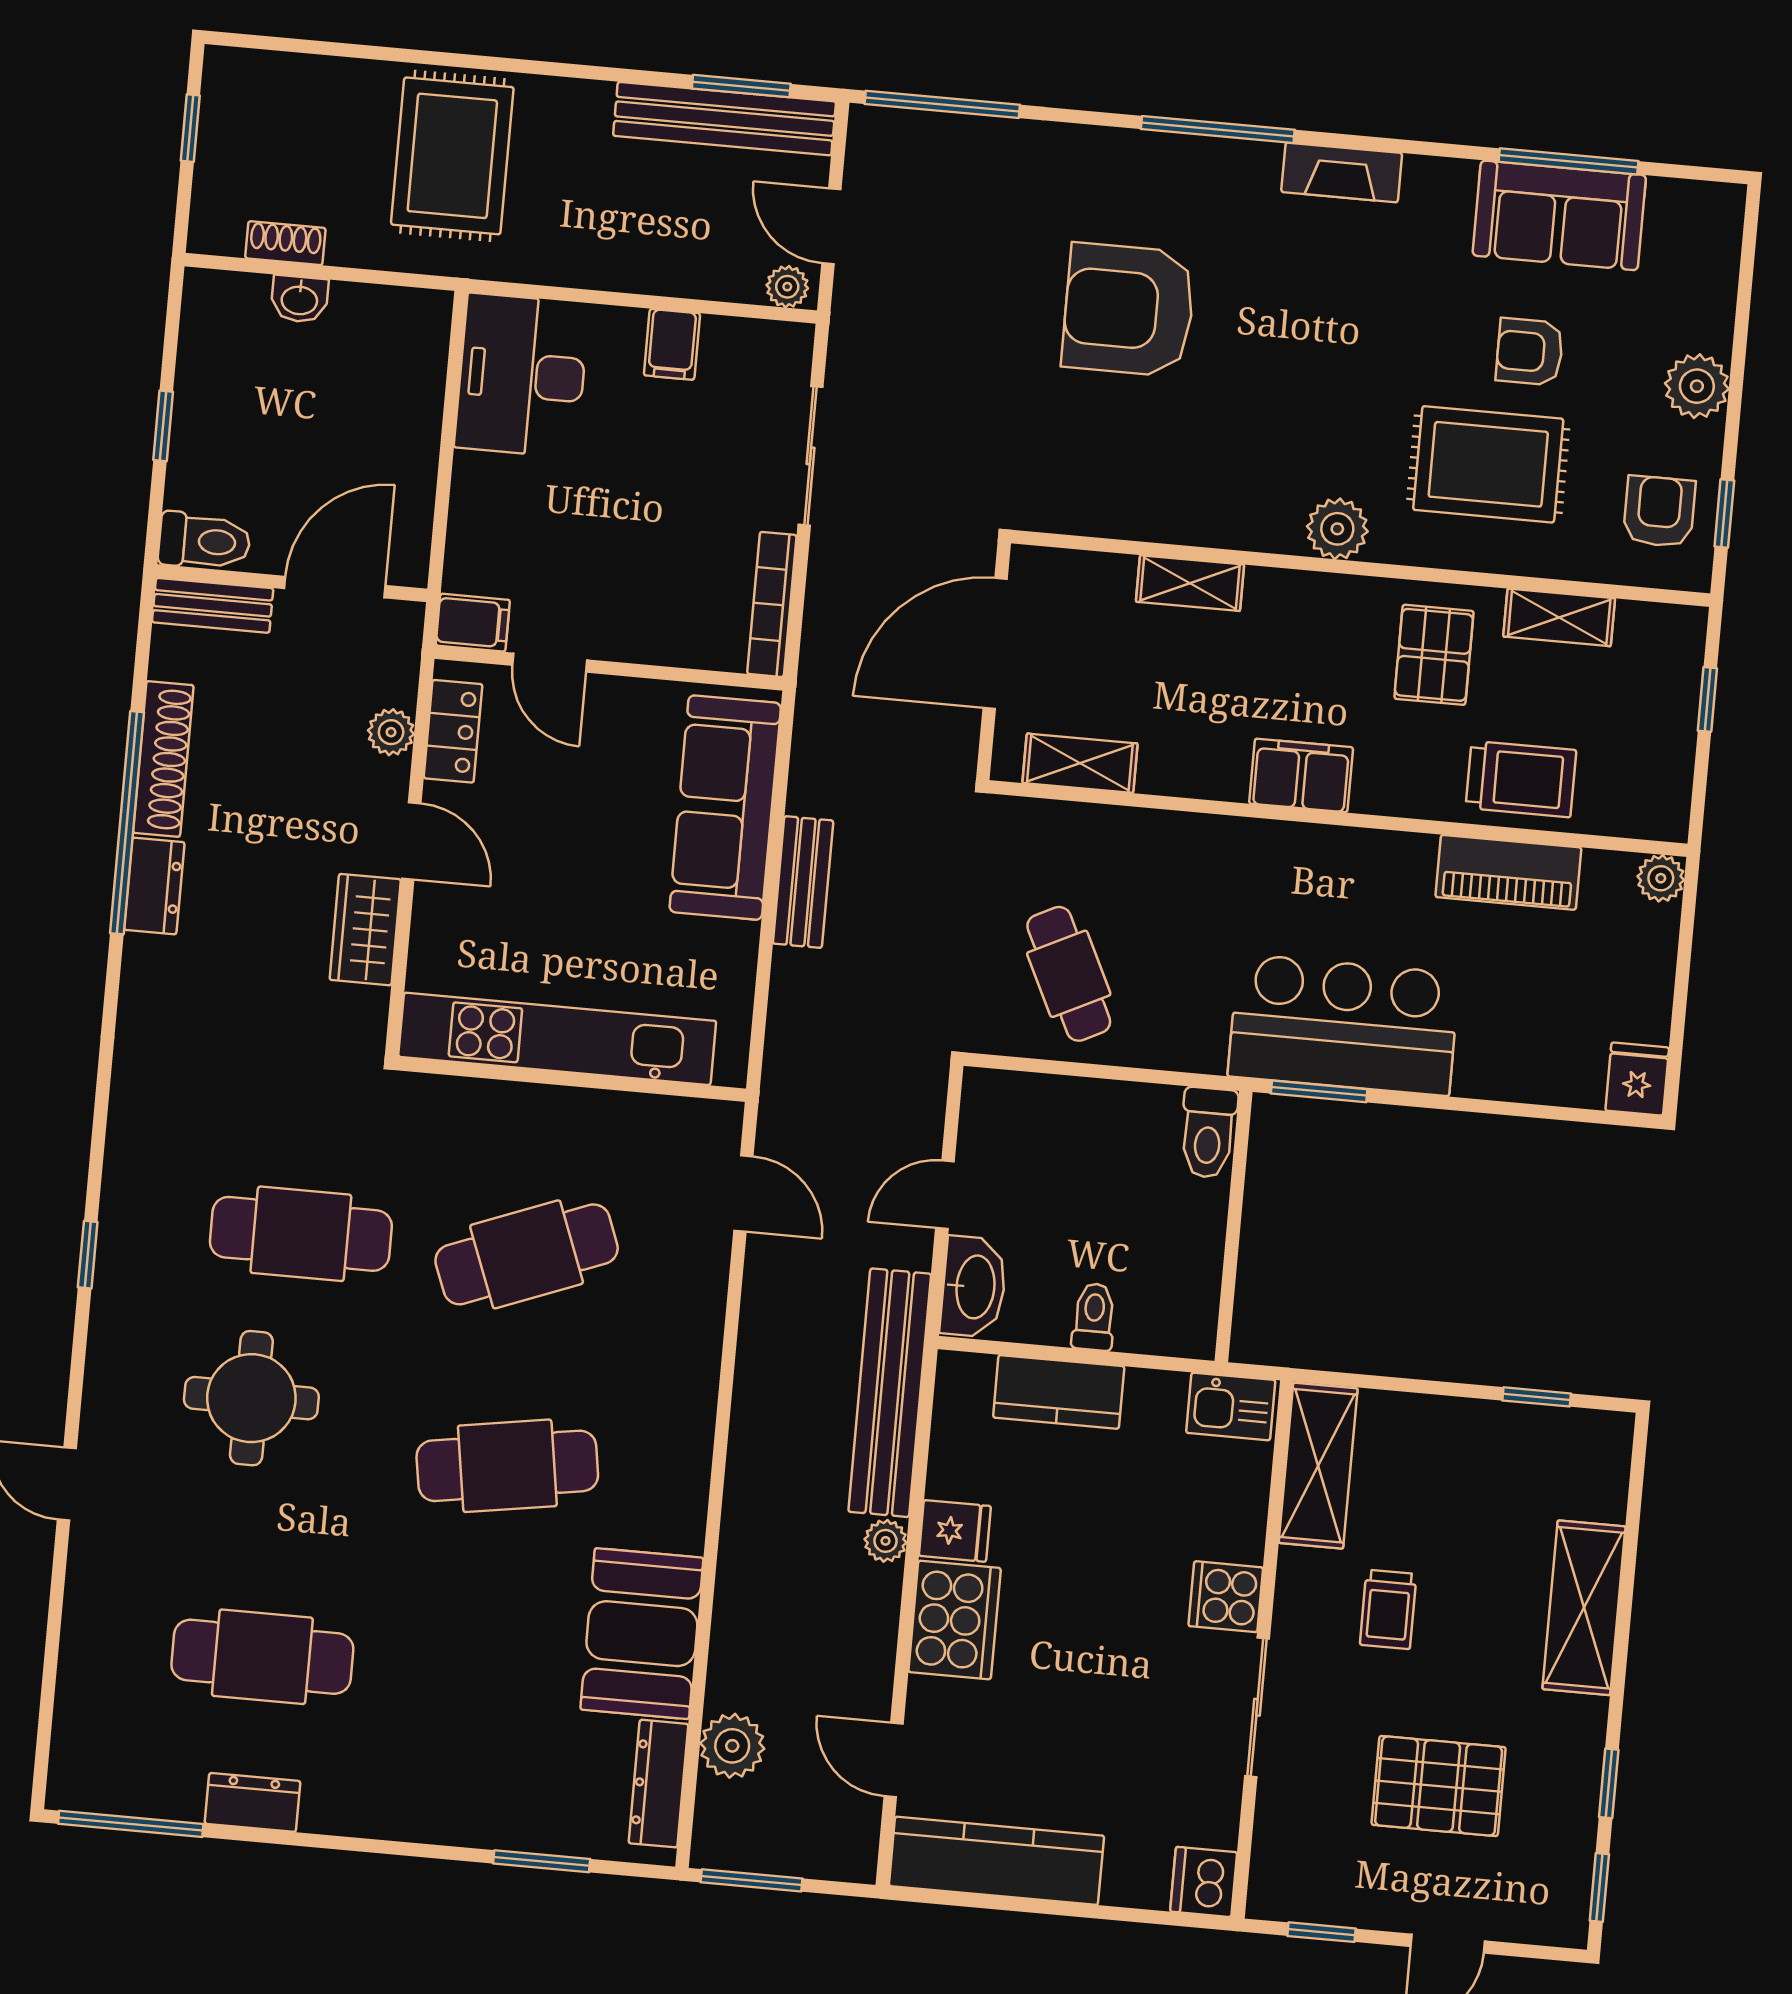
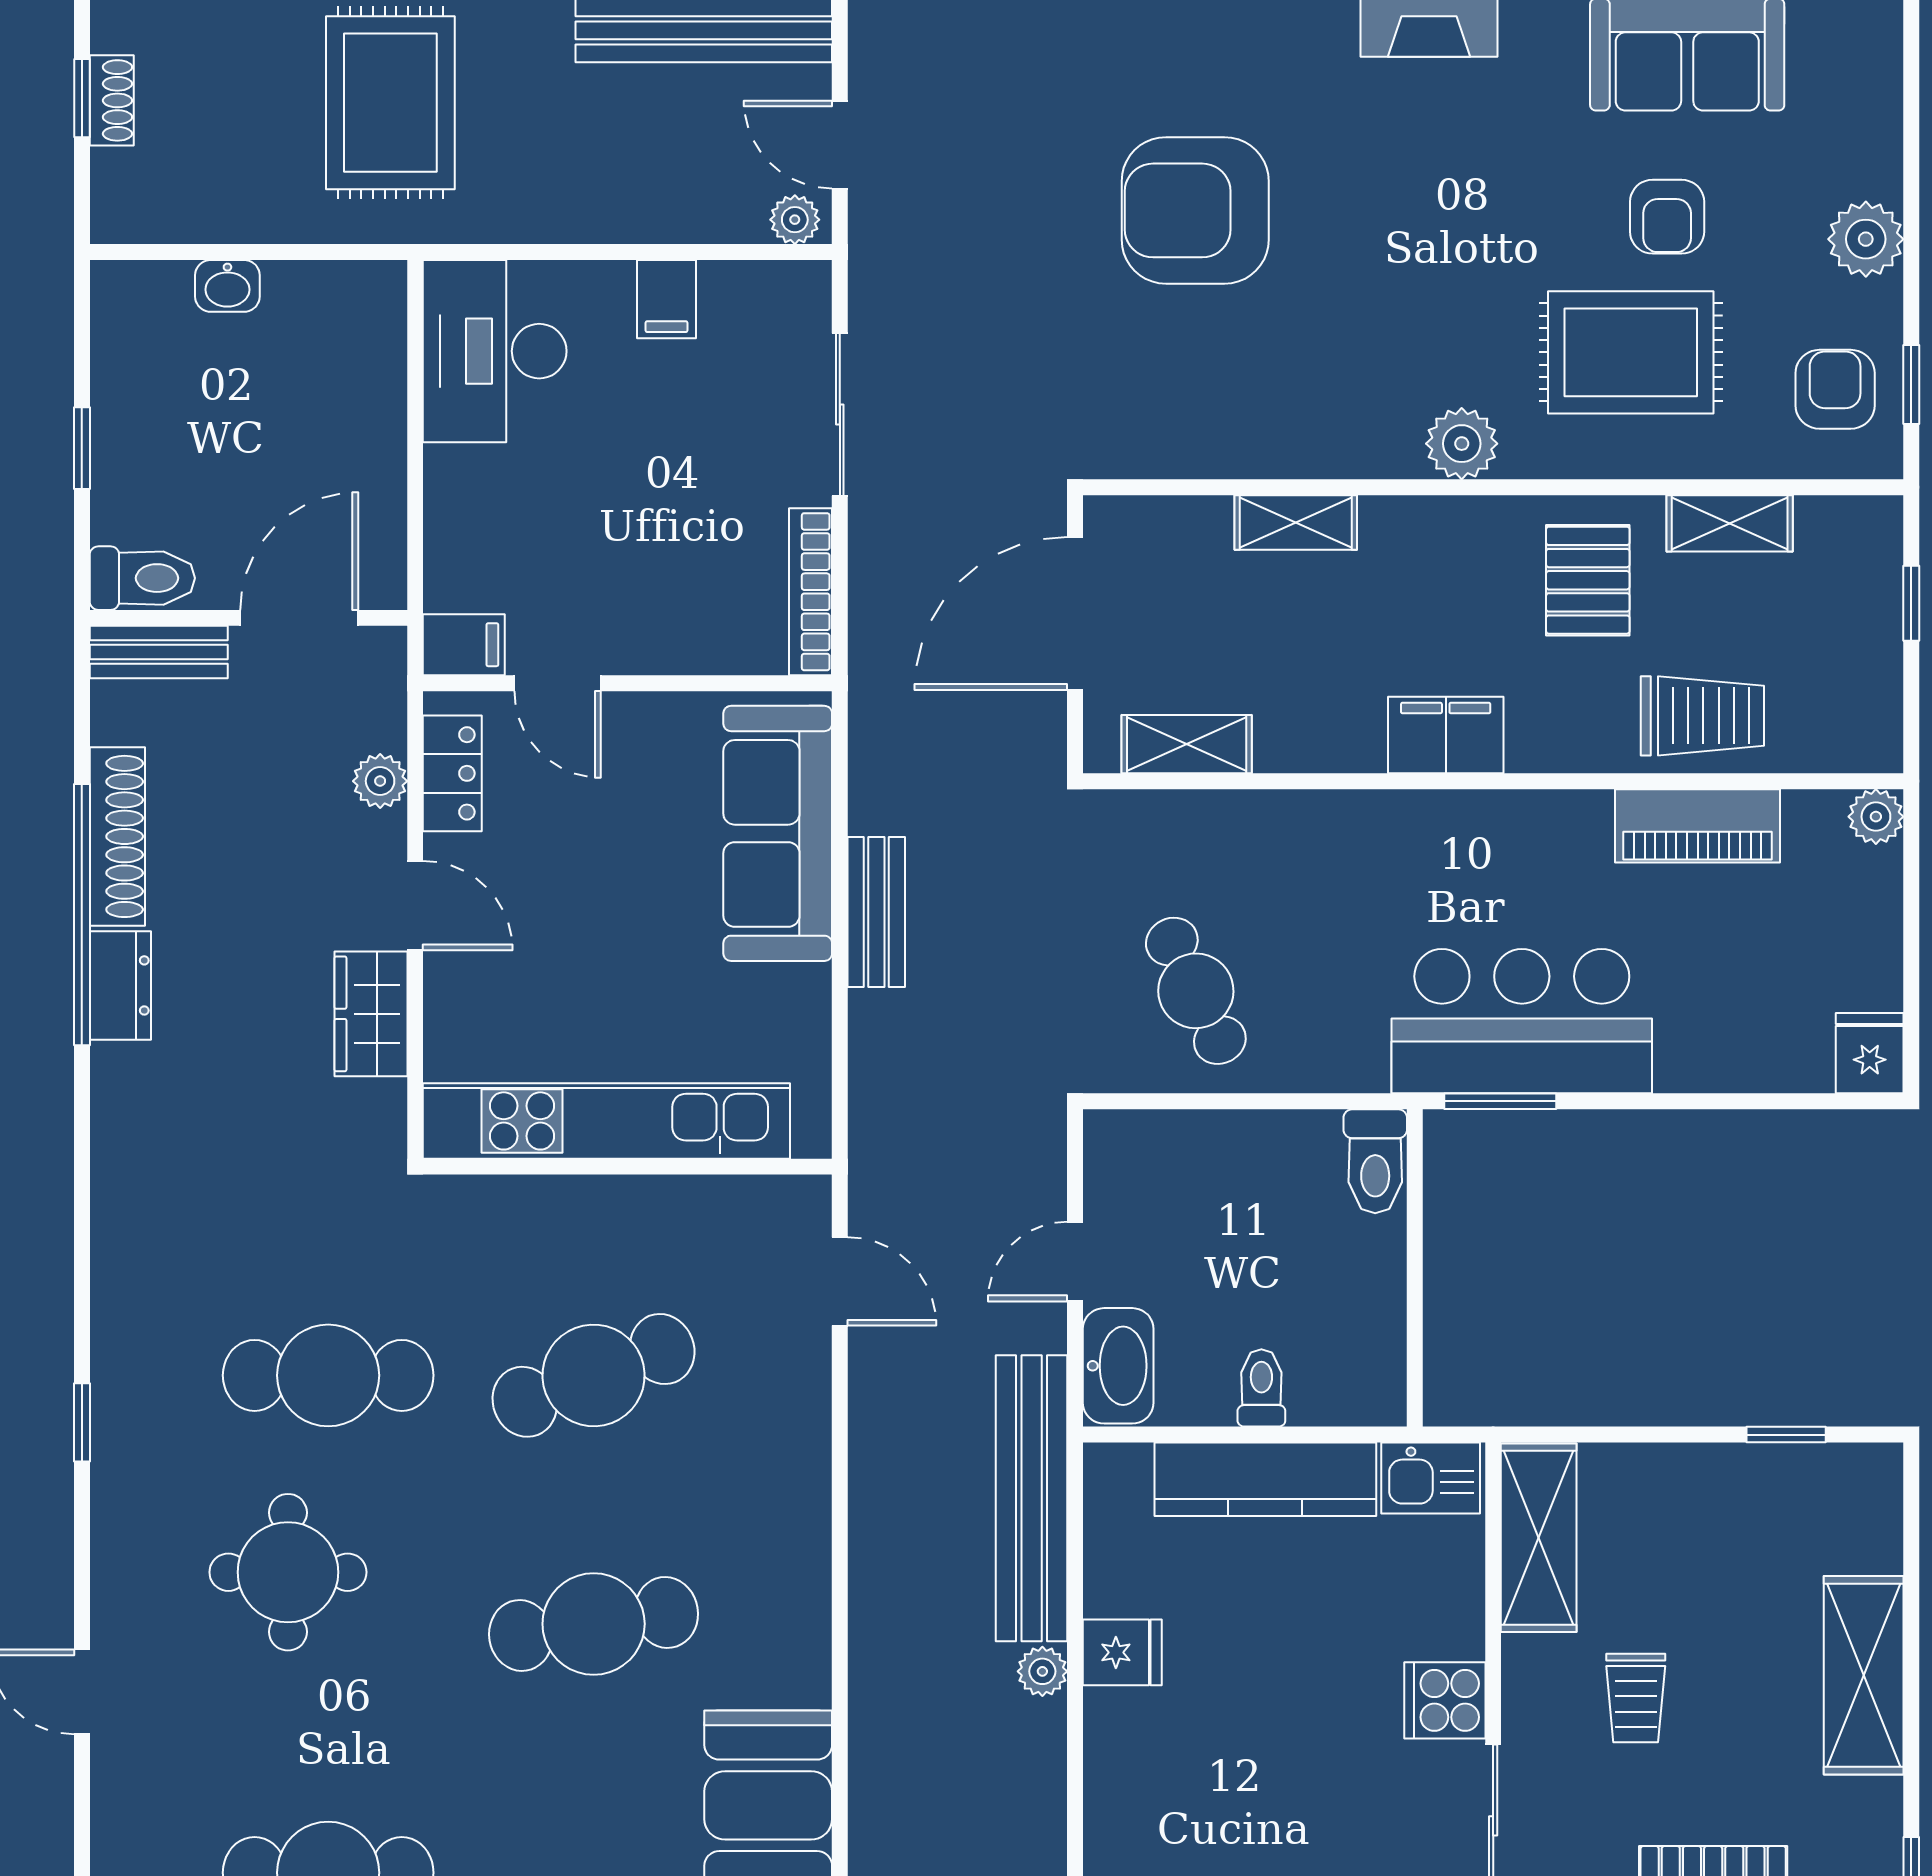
shoe rack: (285, 243) -> (112, 100), moved, turned 90
armchair: (1530, 352) -> (1667, 217), turned -90
kitchen counter: (1059, 1392) -> (1265, 1479), width x1.50
cooker: (955, 1620) -> (1131, 1756), removed

